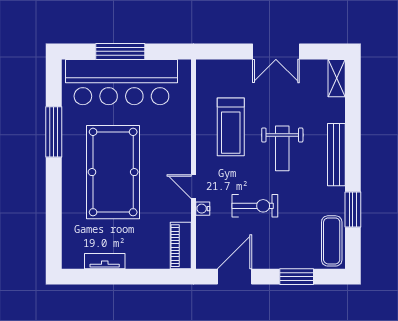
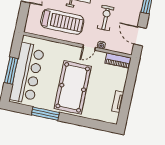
treadmill: (231, 127) -> (62, 22), width x1.37, depth x1.38
pool table: (113, 172) -> (73, 87), turned 90

